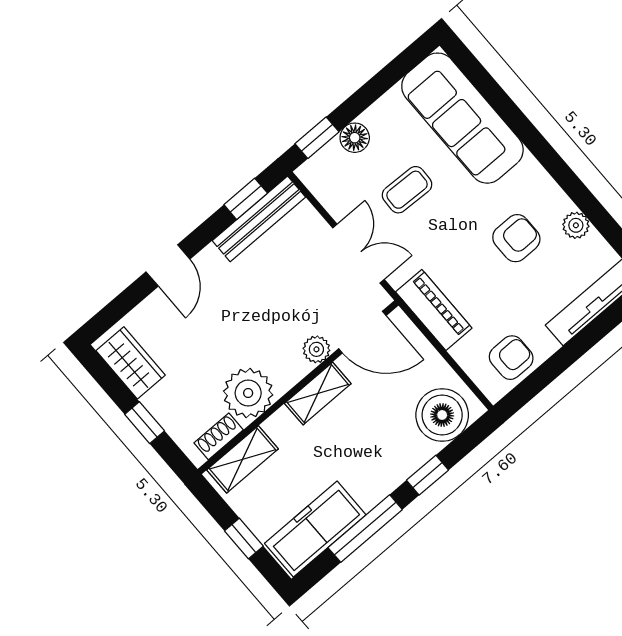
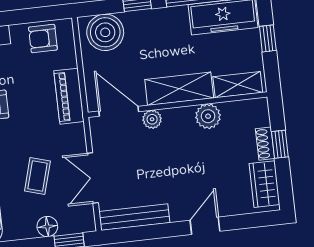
coffee table: (407, 190) -> (37, 176), turned -76
window: (246, 199) -> (134, 234), removed
double door: (358, 254) -> (93, 178), moved
plant: (248, 393) -> (208, 116), width x0.73, depth x0.73
shelving: (318, 393) -> (179, 89), width x1.50, depth x1.33
shoe rack: (219, 436) -> (265, 144), moved, turned 90

